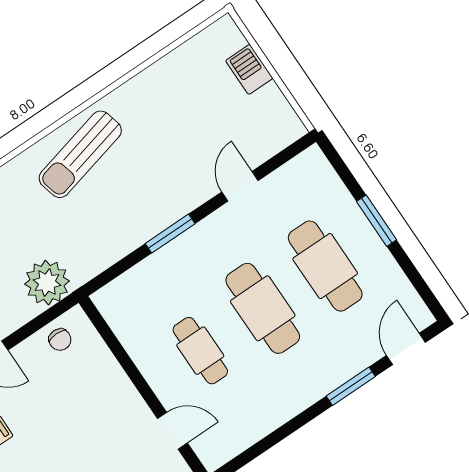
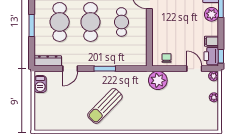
barbecue: (249, 69) -> (40, 84), moved
sun lounger: (80, 154) -> (105, 106), moved, turned 148
dresser: (296, 171) -> (48, 61), added

